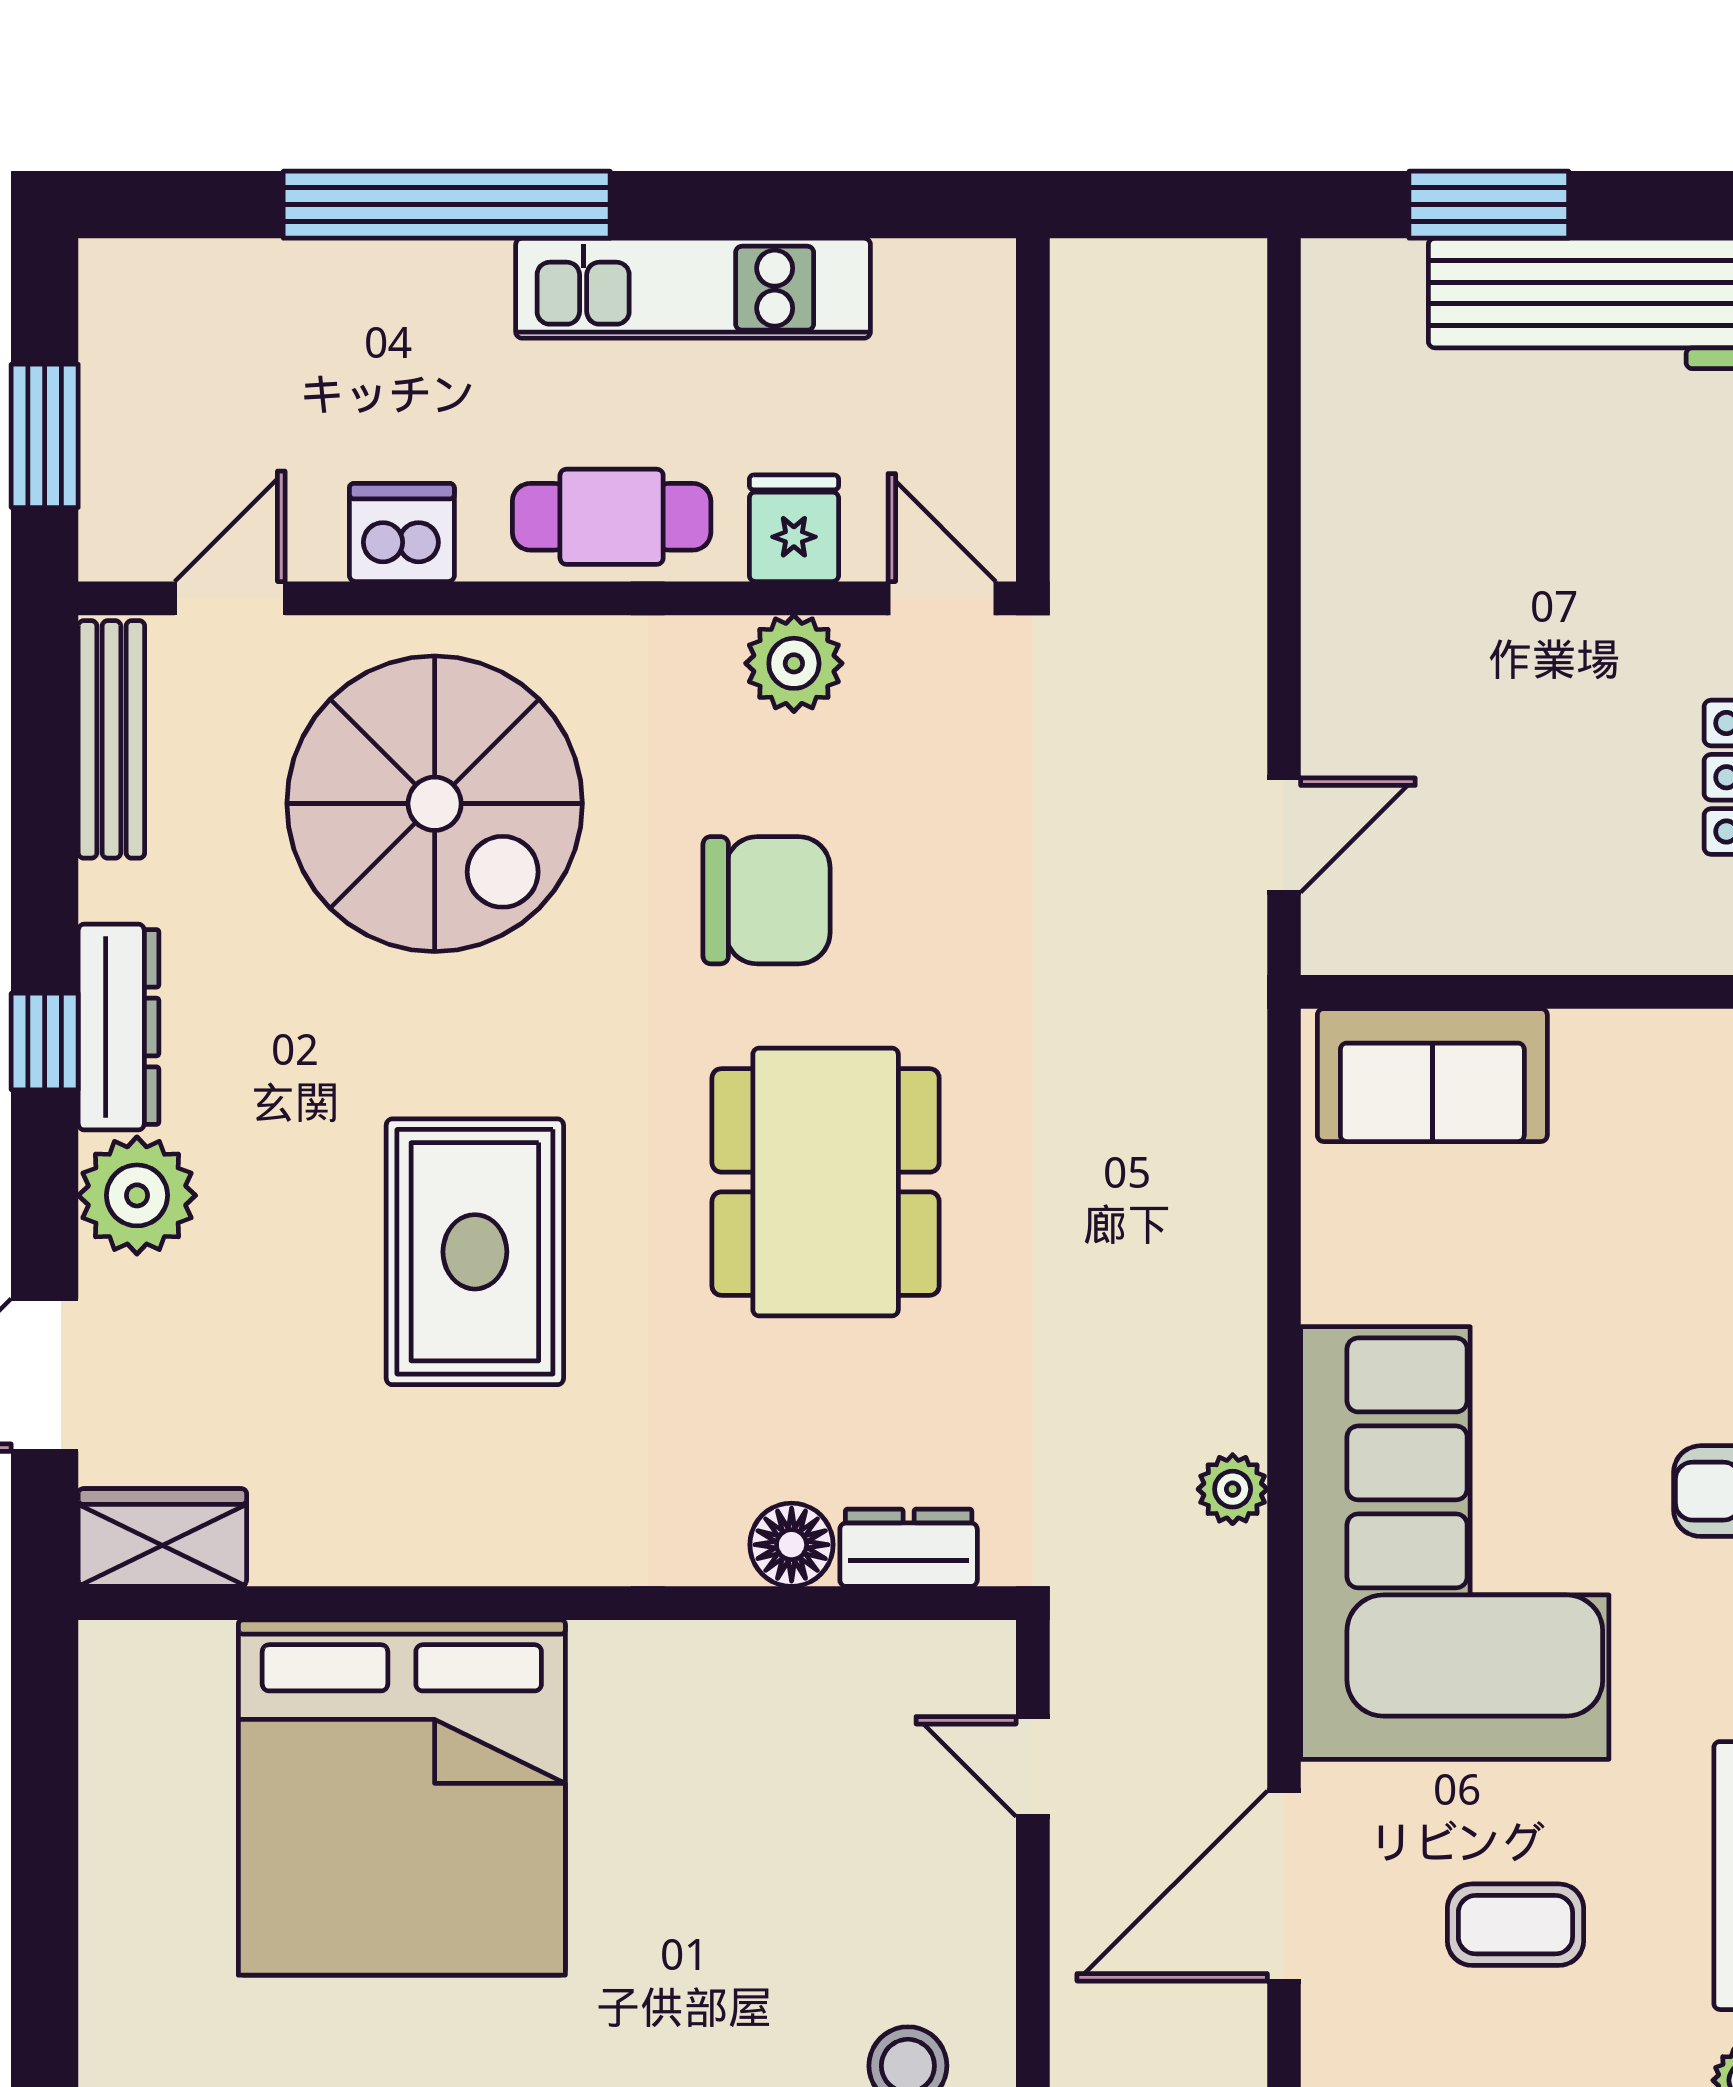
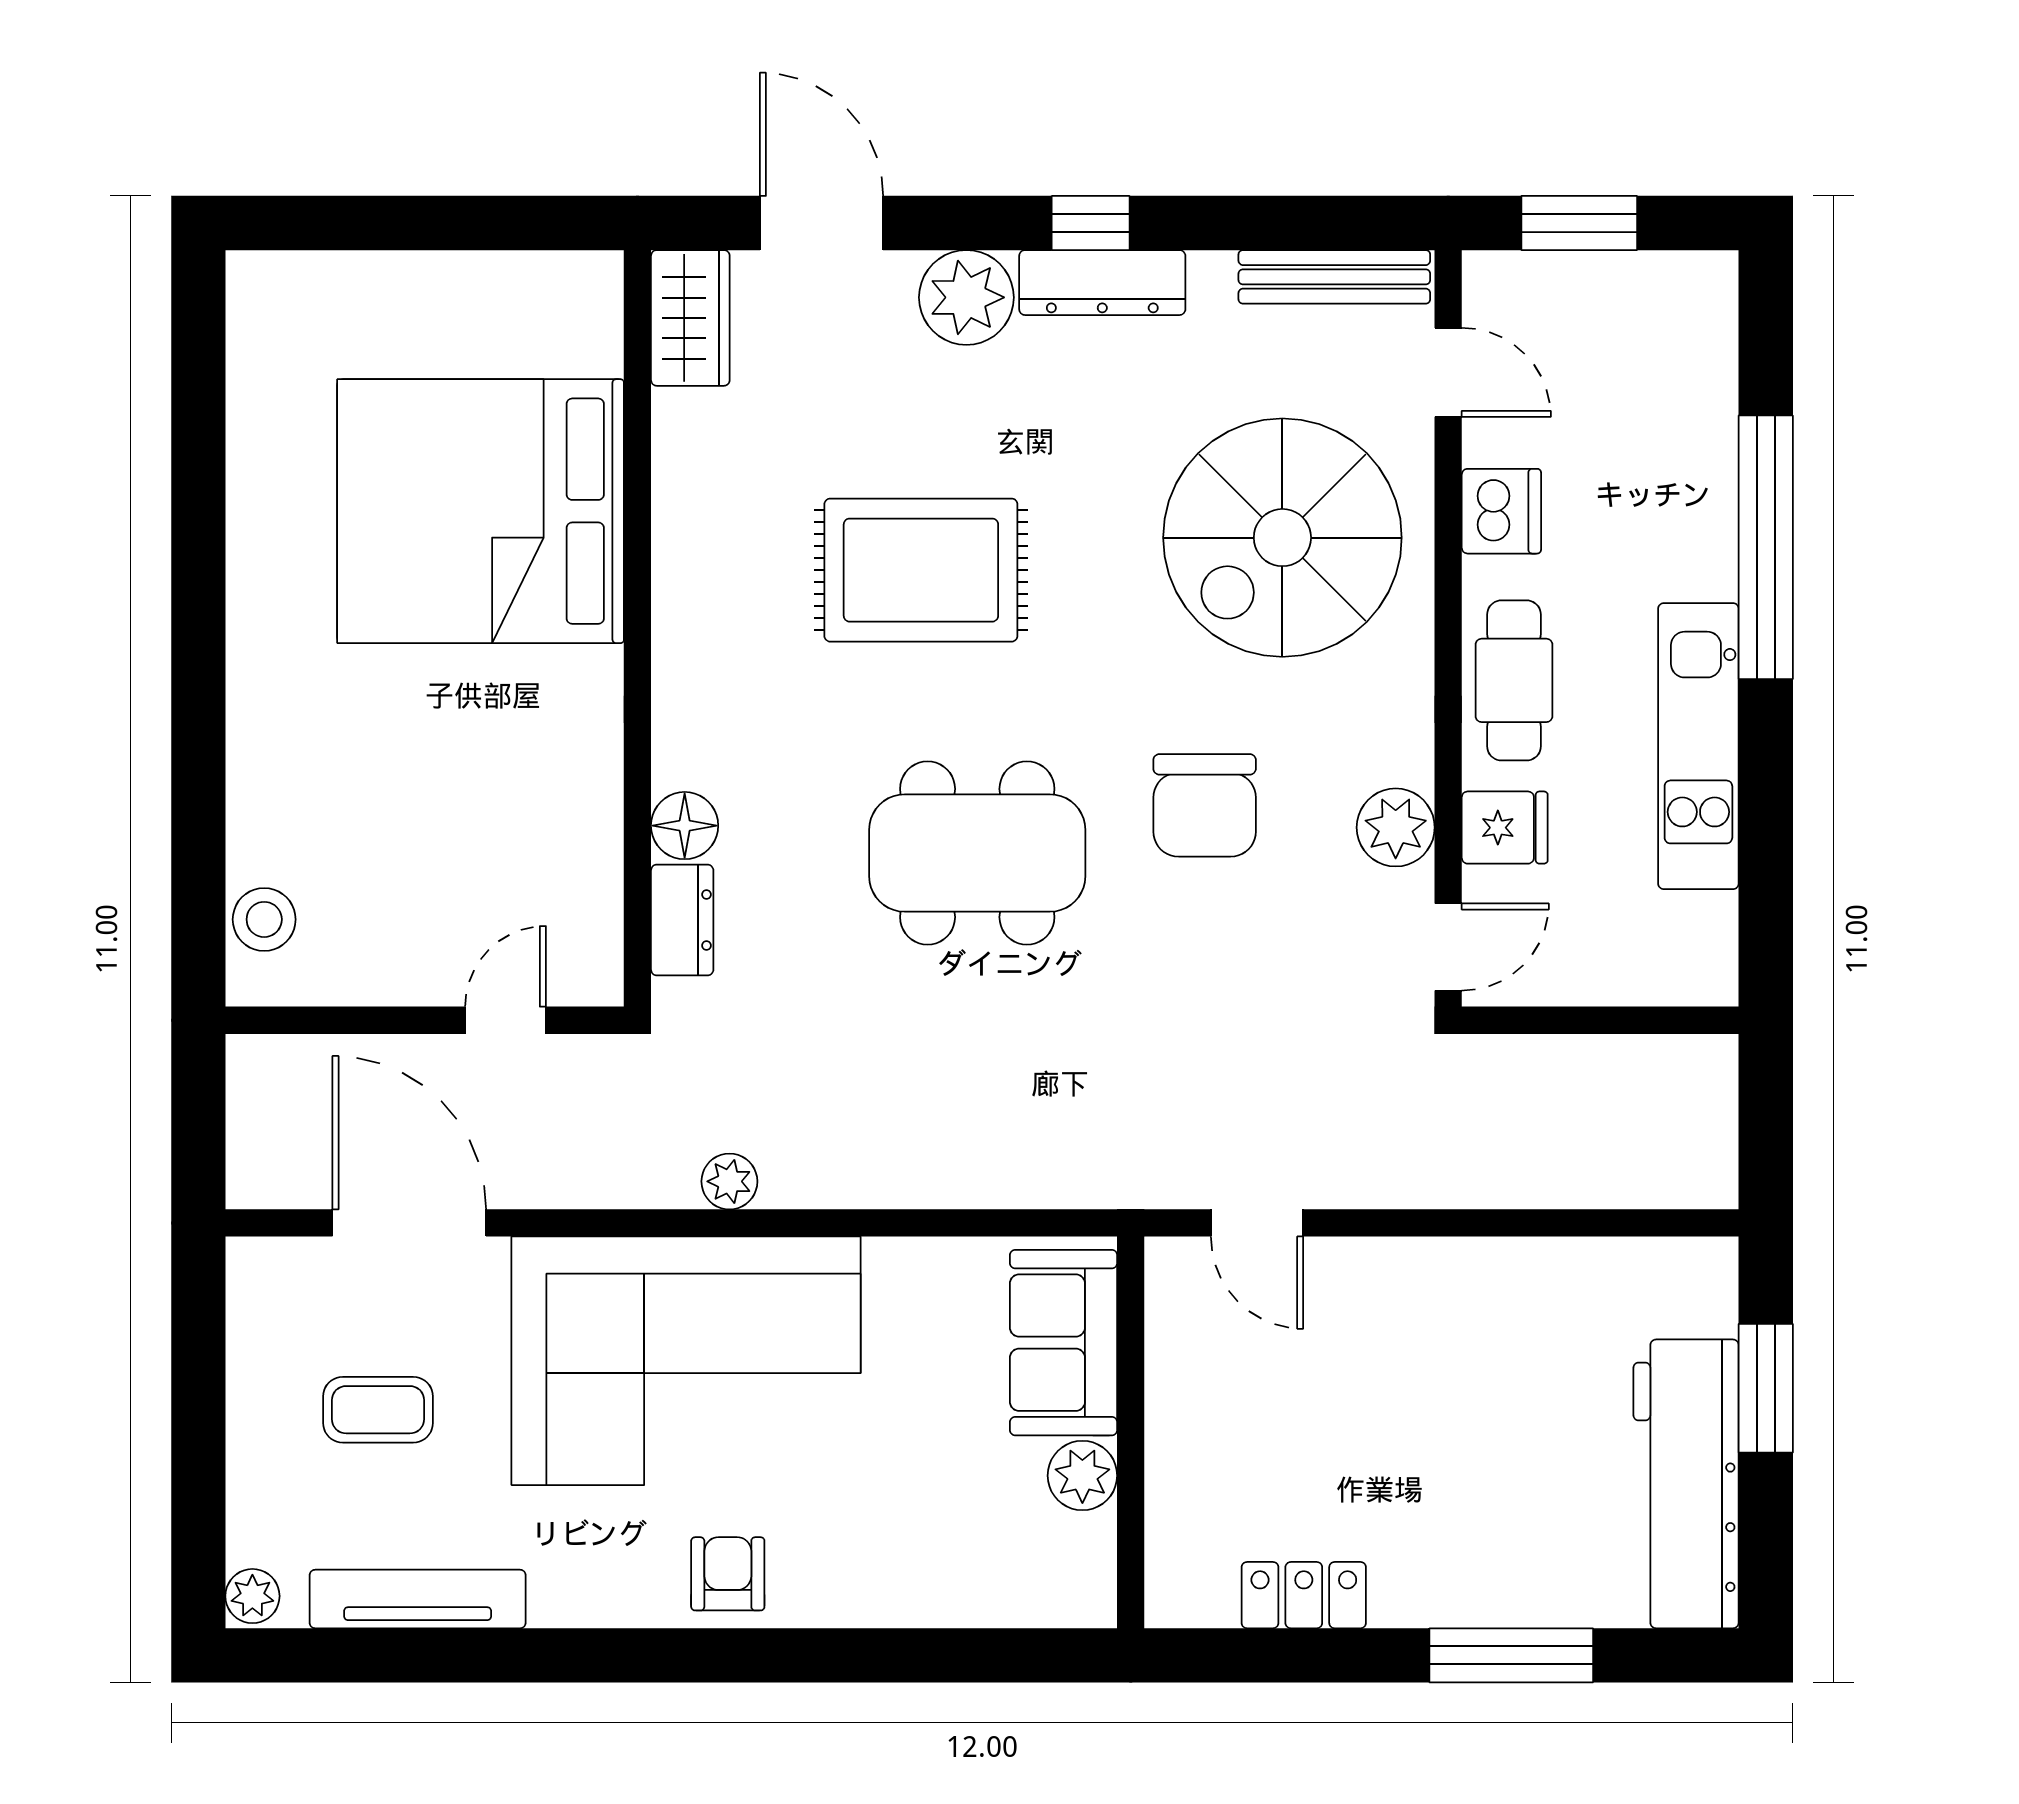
plant: (1597, 1052) -> (1082, 1476), added
coffee table: (1515, 1925) -> (378, 1410), turned 90

